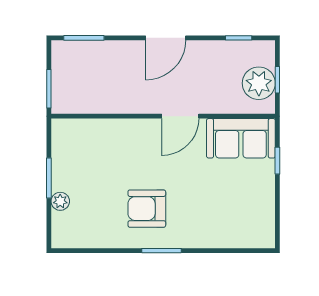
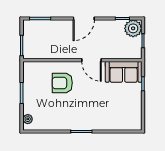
plant: (259, 83) -> (133, 28), moved
door: (180, 116) -> (91, 60), hinge flipped
plant: (60, 201) -> (28, 119), moved
armchair: (147, 209) -> (62, 83), moved

